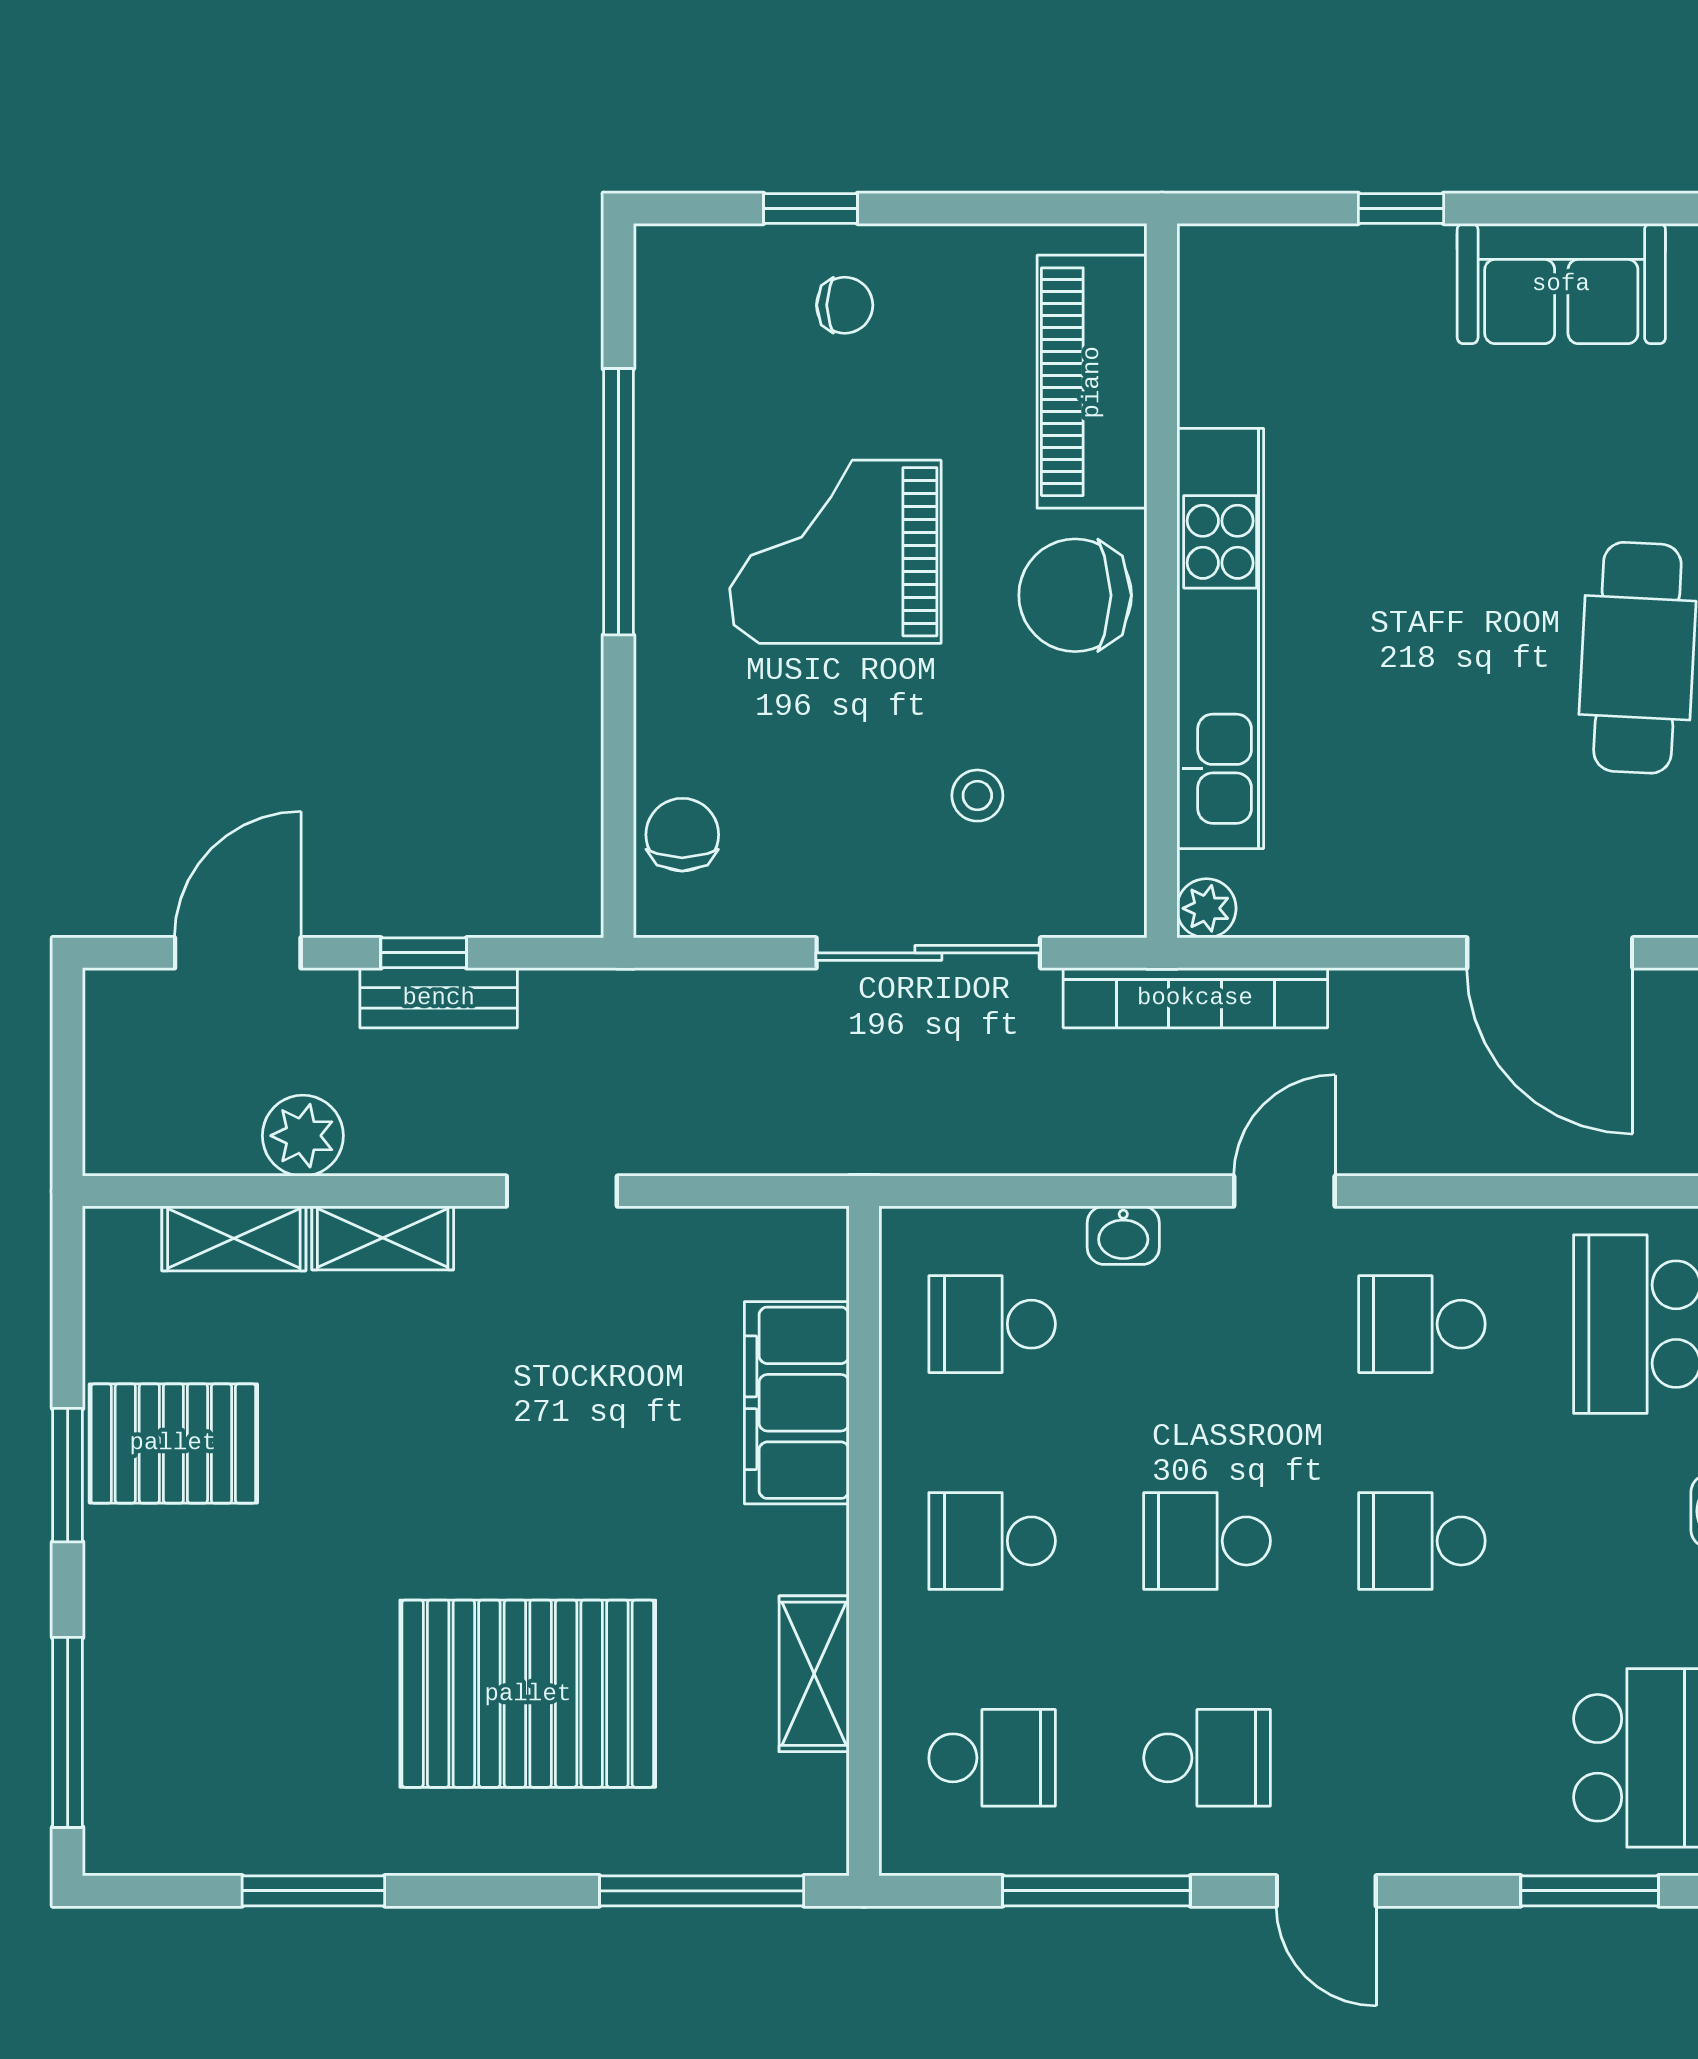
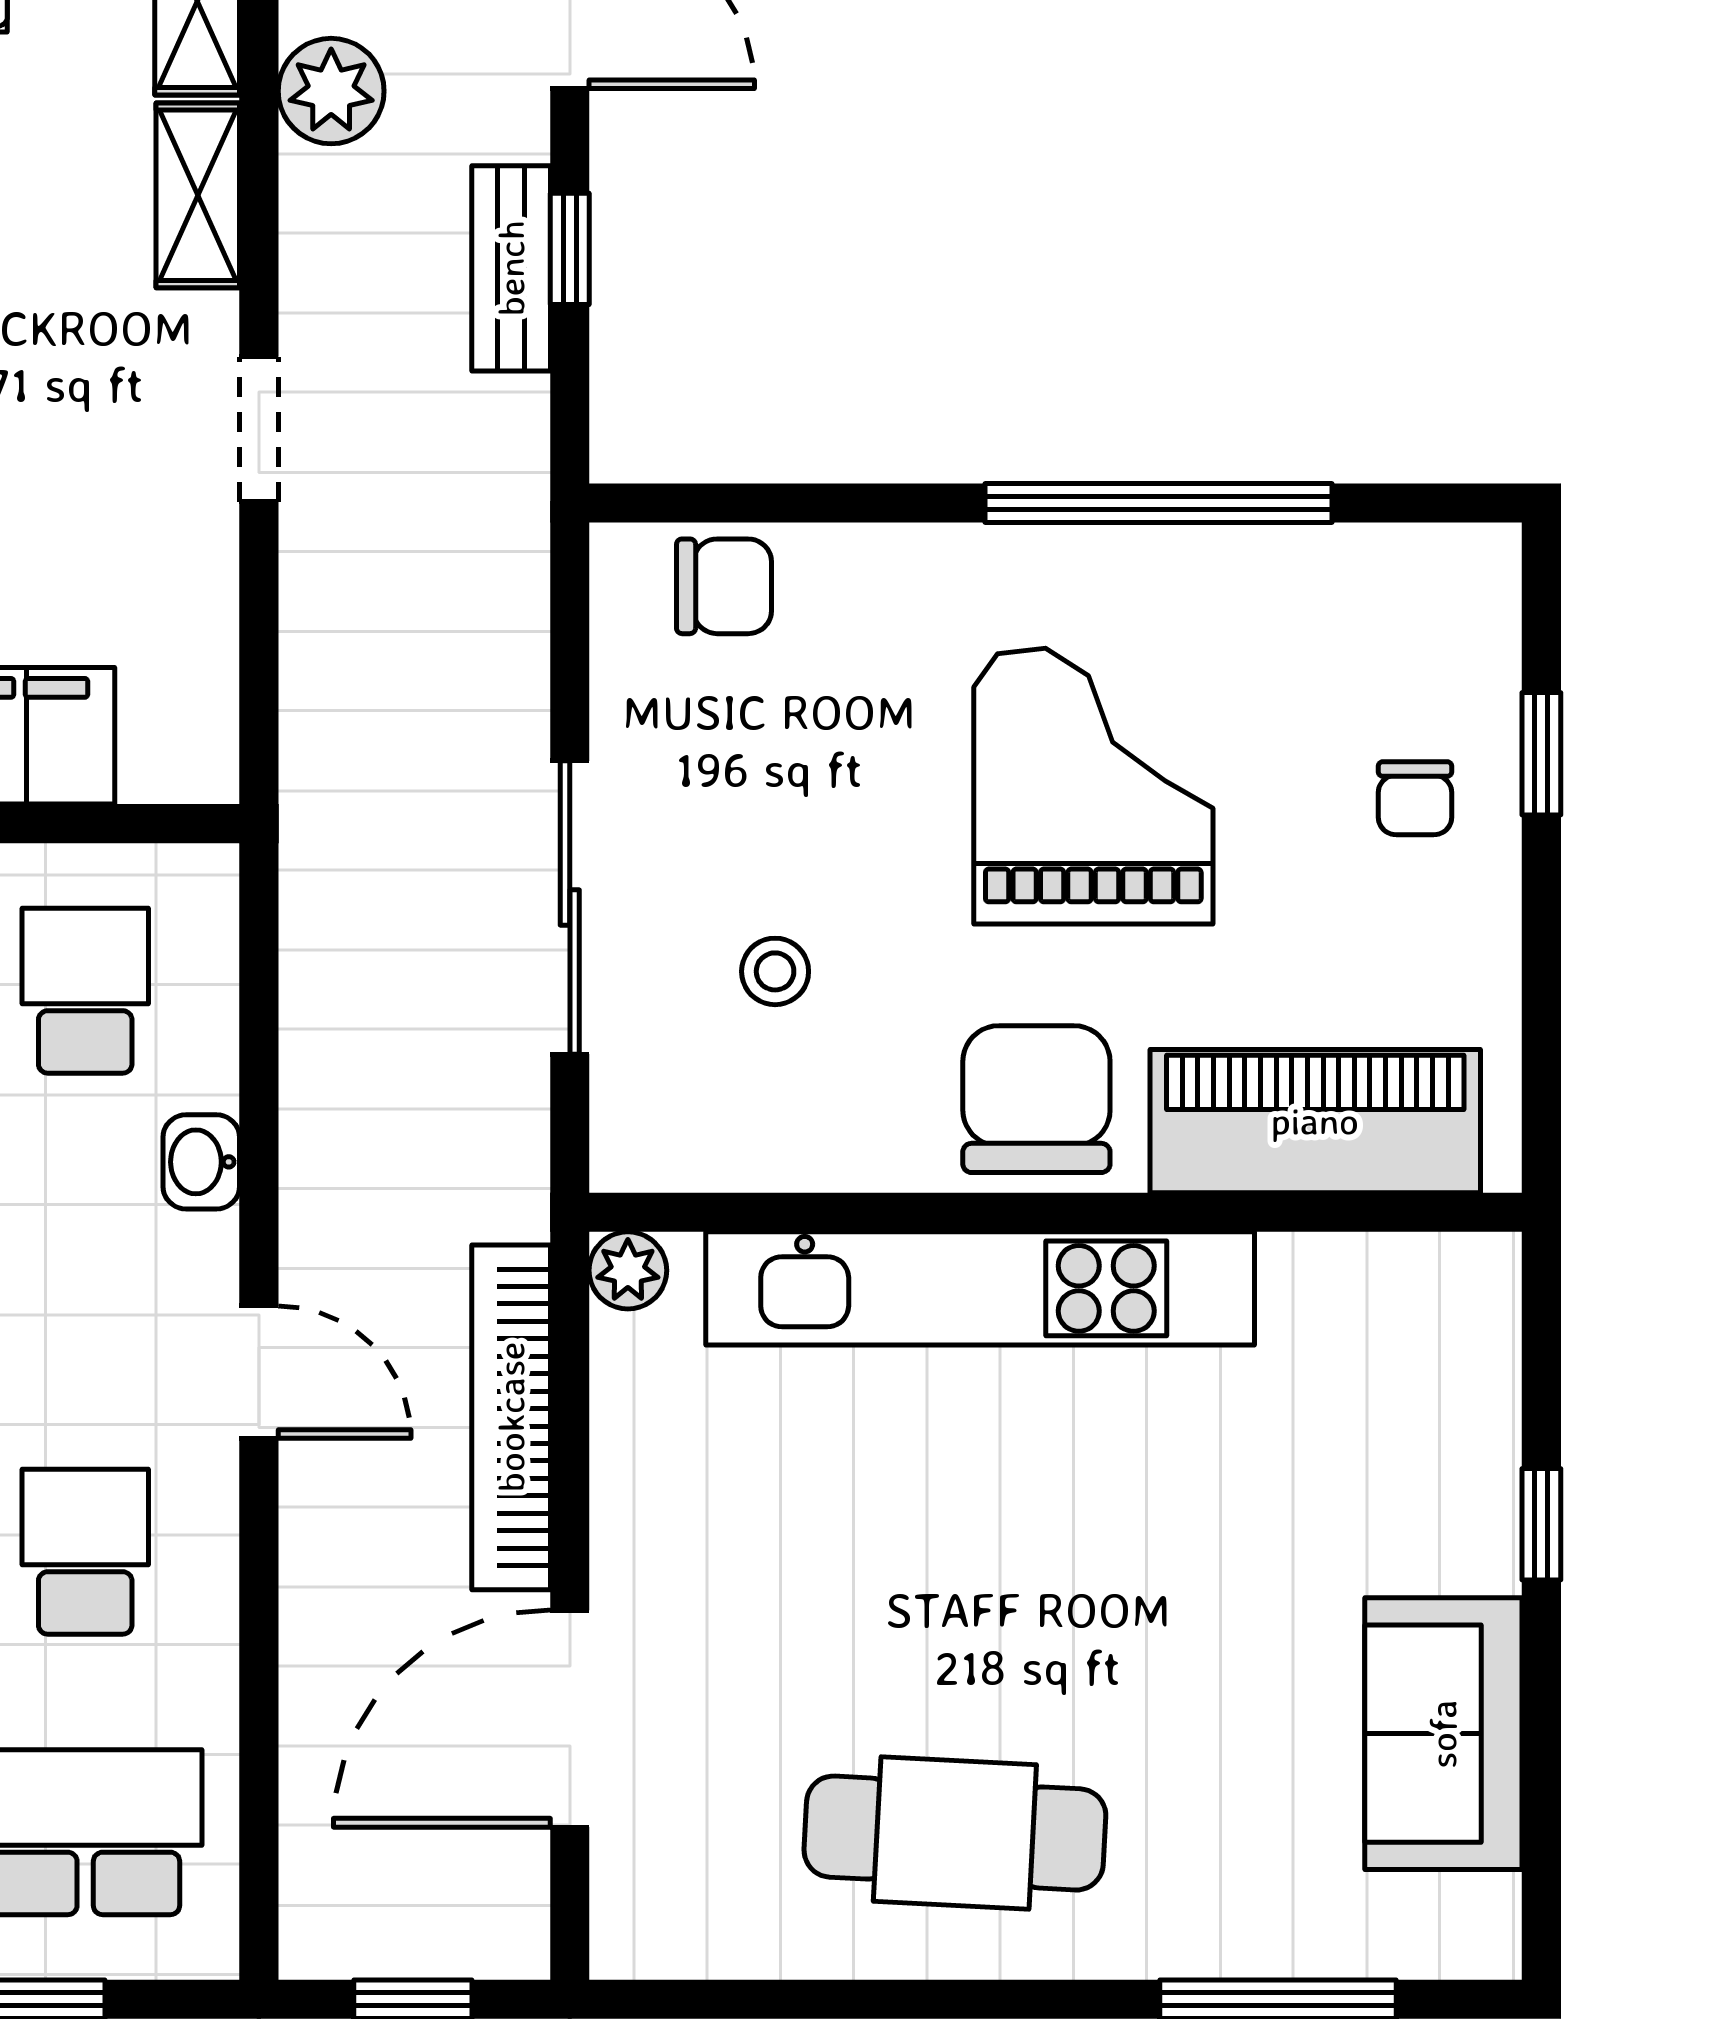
bookcase: (1195, 998) -> (511, 1417), moved

